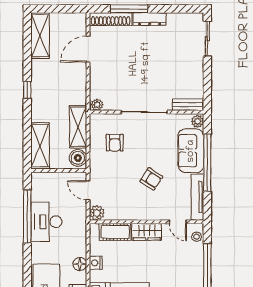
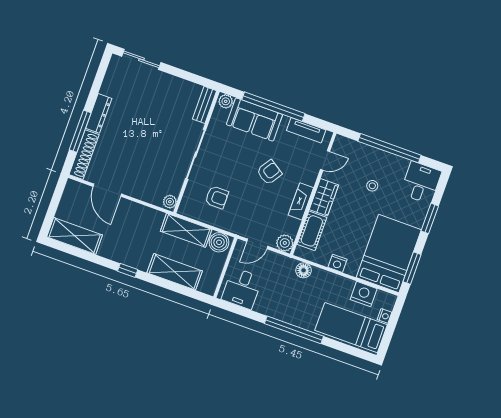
shelving: (40, 146) -> (175, 272), moved
tv unit: (197, 197) -> (306, 130), width x0.71
fireplace: (136, 214) -> (301, 201), added
window: (27, 216) -> (294, 330), moved
desk: (46, 222) -> (242, 288), moved, width x0.73
stool: (196, 237) -> (372, 186), moved
floor lamp: (80, 264) -> (304, 270), moved

